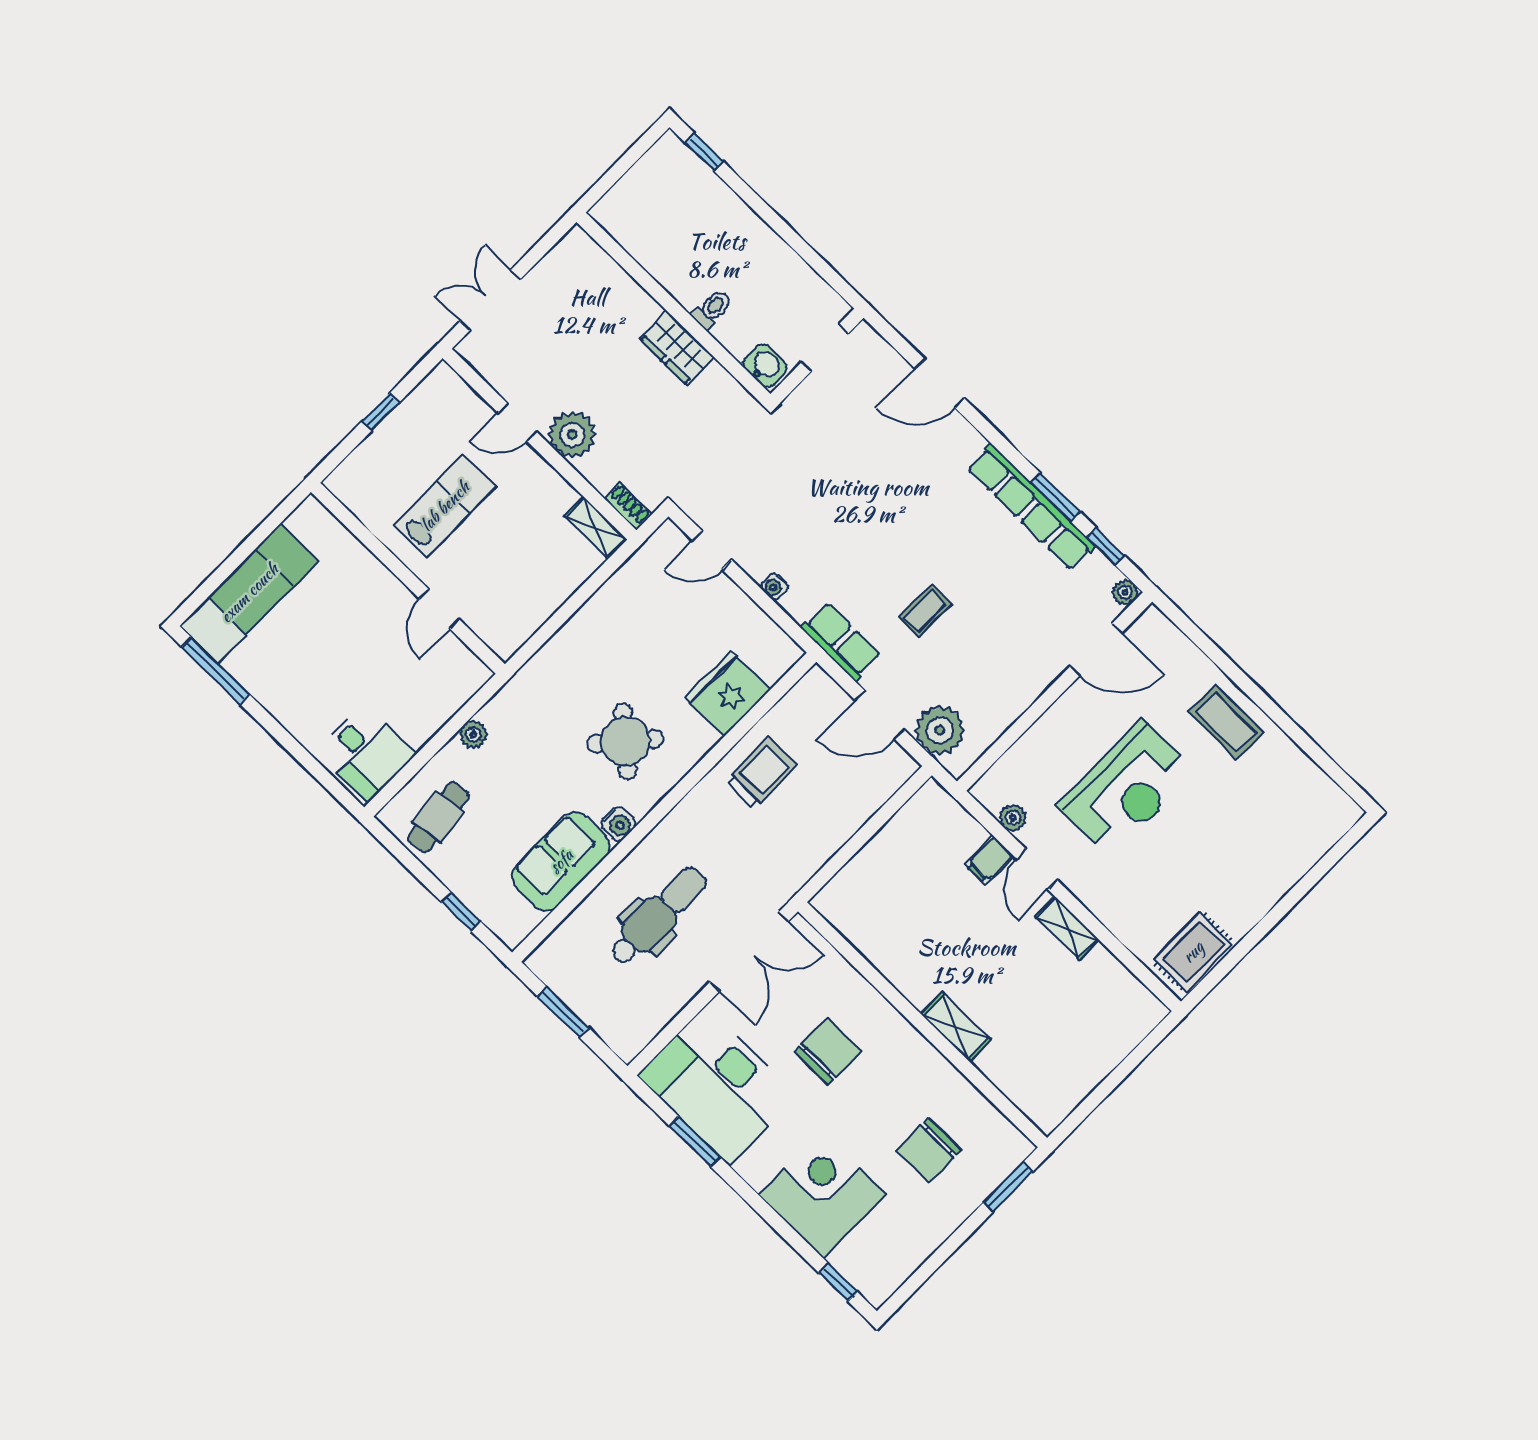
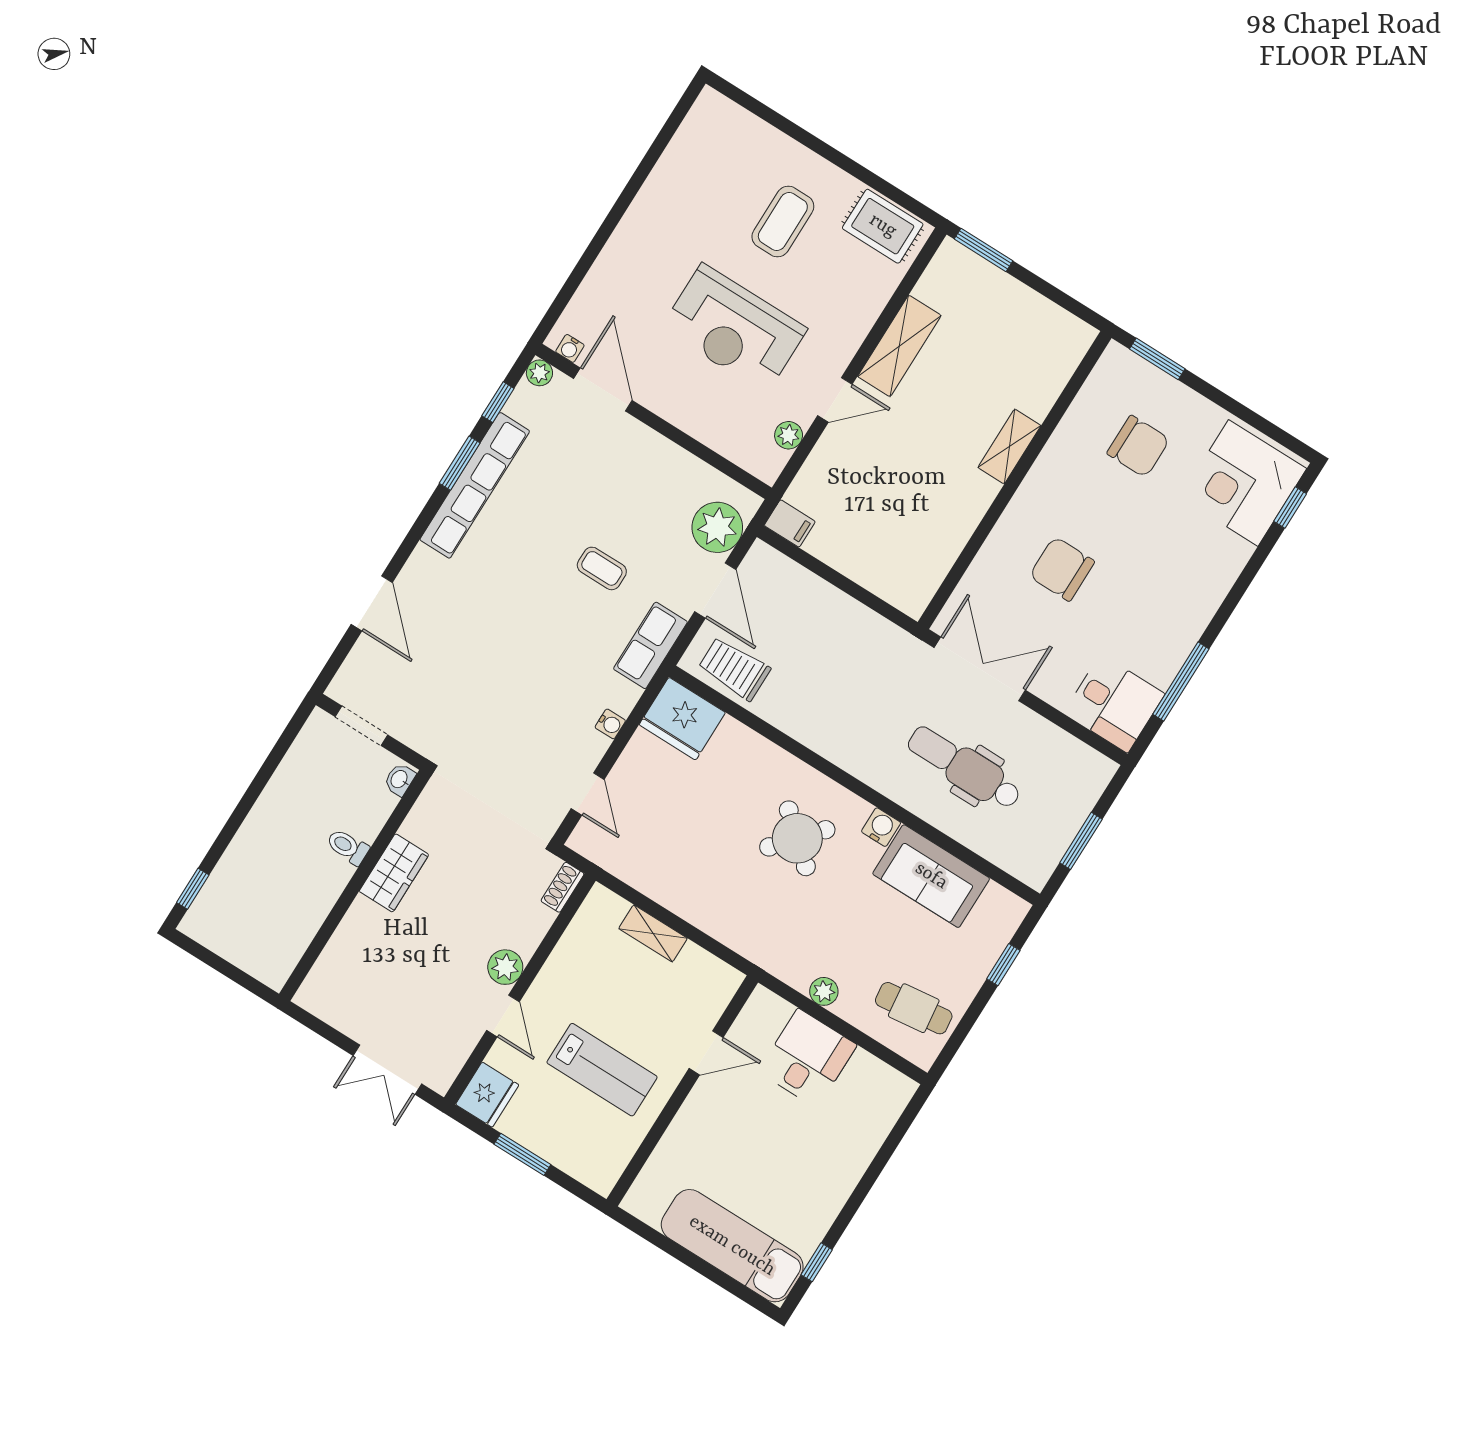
washbasin: (765, 366) -> (400, 779), width x0.72, depth x0.69
fridge: (445, 391) -> (487, 1095), added
window: (381, 412) -> (522, 1154), width x1.50
plant: (572, 435) -> (505, 967), width x0.73, depth x0.73
lab bench: (445, 506) -> (602, 1070), turned 180
shelving: (595, 528) -> (653, 933), moved, turned 90
water cooler: (1142, 627) -> (570, 348), added
window: (216, 671) -> (817, 1262), width x0.46
fridge: (728, 693) -> (682, 719), moved
coffee table: (1226, 722) -> (783, 221), moved
desk: (366, 753) -> (808, 1058), moved
trolley: (761, 773) -> (734, 669), moved
reception desk: (1127, 788) -> (734, 328), turned 180
filing cabinet: (989, 860) -> (790, 523), moved
shelving: (1067, 928) -> (899, 346), width x1.50, depth x1.33
window: (1149, 1043) -> (983, 250), added
desk: (717, 1086) -> (1114, 703), width x0.53, depth x0.77
window: (695, 1141) -> (1181, 682), width x1.44
corner desk: (822, 1194) -> (1243, 483), moved

